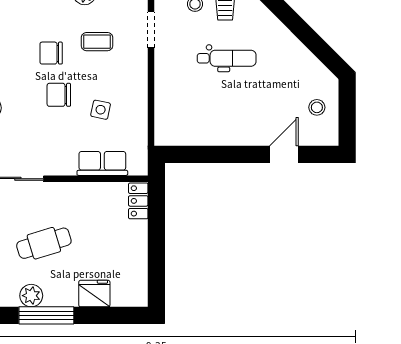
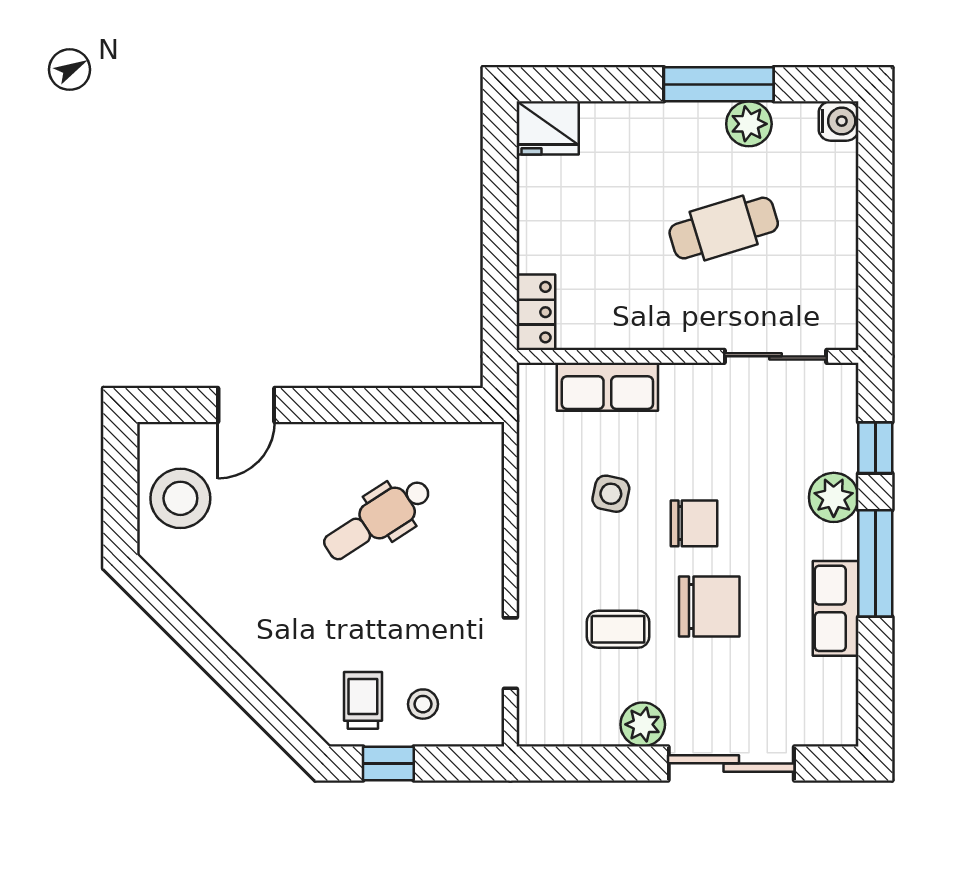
chair: (51, 53) -> (709, 606), width x1.37, depth x1.37
dental chair: (227, 58) -> (377, 519), moved, turned -33
stool: (317, 107) -> (180, 498), width x1.89, depth x1.89
fridge: (94, 294) -> (548, 128), moved

